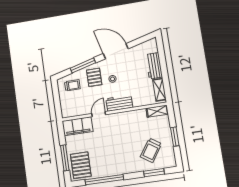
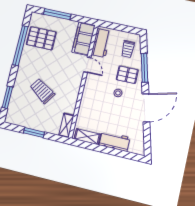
workbench: (119, 103) -> (101, 43), moved
trolley: (151, 150) -> (42, 91), moved
pallet: (81, 165) -> (41, 38), moved

